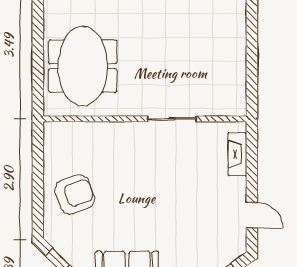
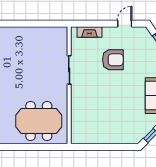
armchair: (75, 194) -> (113, 60), moved, turned 110

